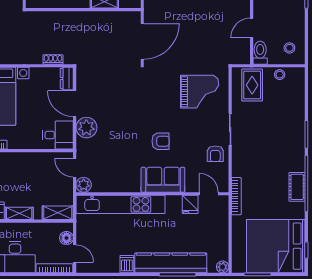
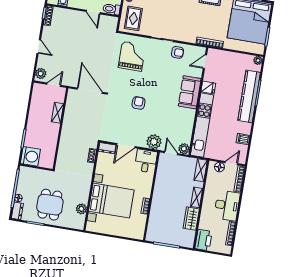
rug: (252, 85) -> (133, 18), turned 90
plant: (86, 128) -> (154, 142), moved
armchair: (161, 141) -> (139, 103), moved
door: (75, 168) -> (171, 153), swing flipped
fridge: (190, 204) -> (208, 88), moved
dishwasher: (127, 264) -> (243, 139), moved

